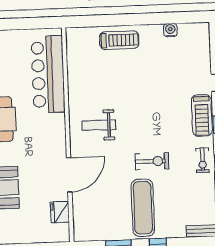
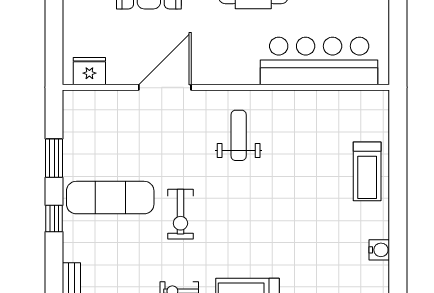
door: (69, 175) -> (165, 87), swing flipped
fridge: (60, 212) -> (89, 71), moved

